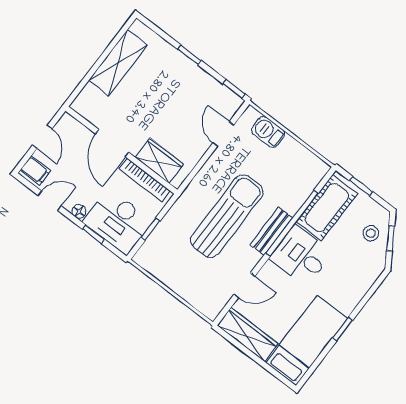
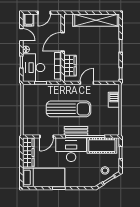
shelving: (118, 63) -> (96, 20), width x1.47
door: (223, 134) -> (87, 83), moved
desk: (301, 256) -> (71, 150), width x1.37
door: (244, 285) -> (47, 137), hinge flipped

